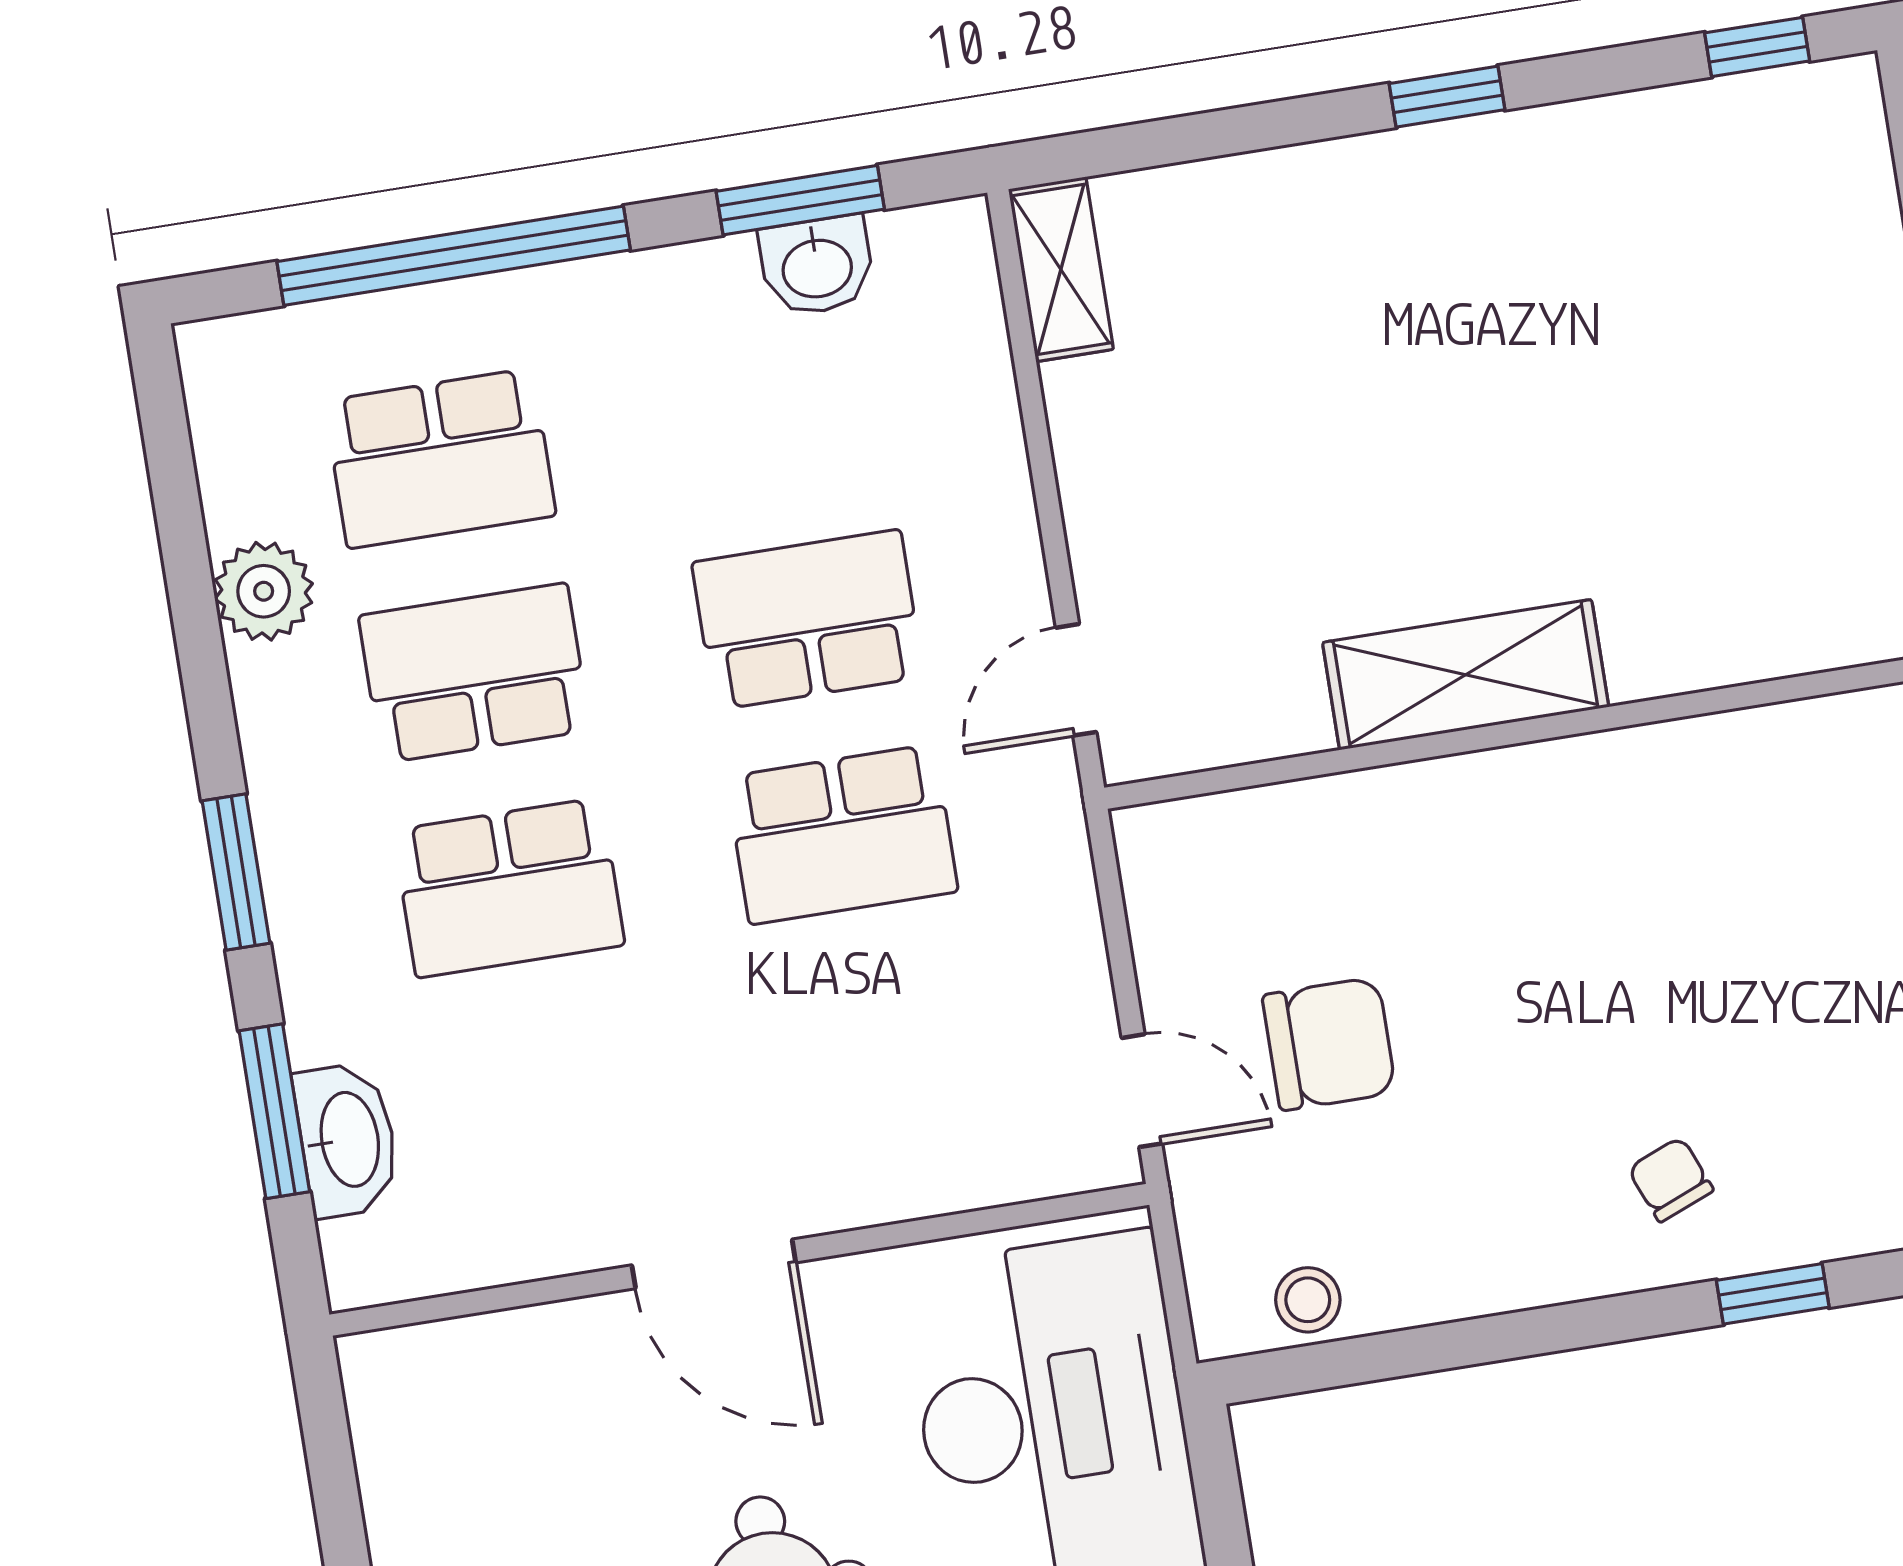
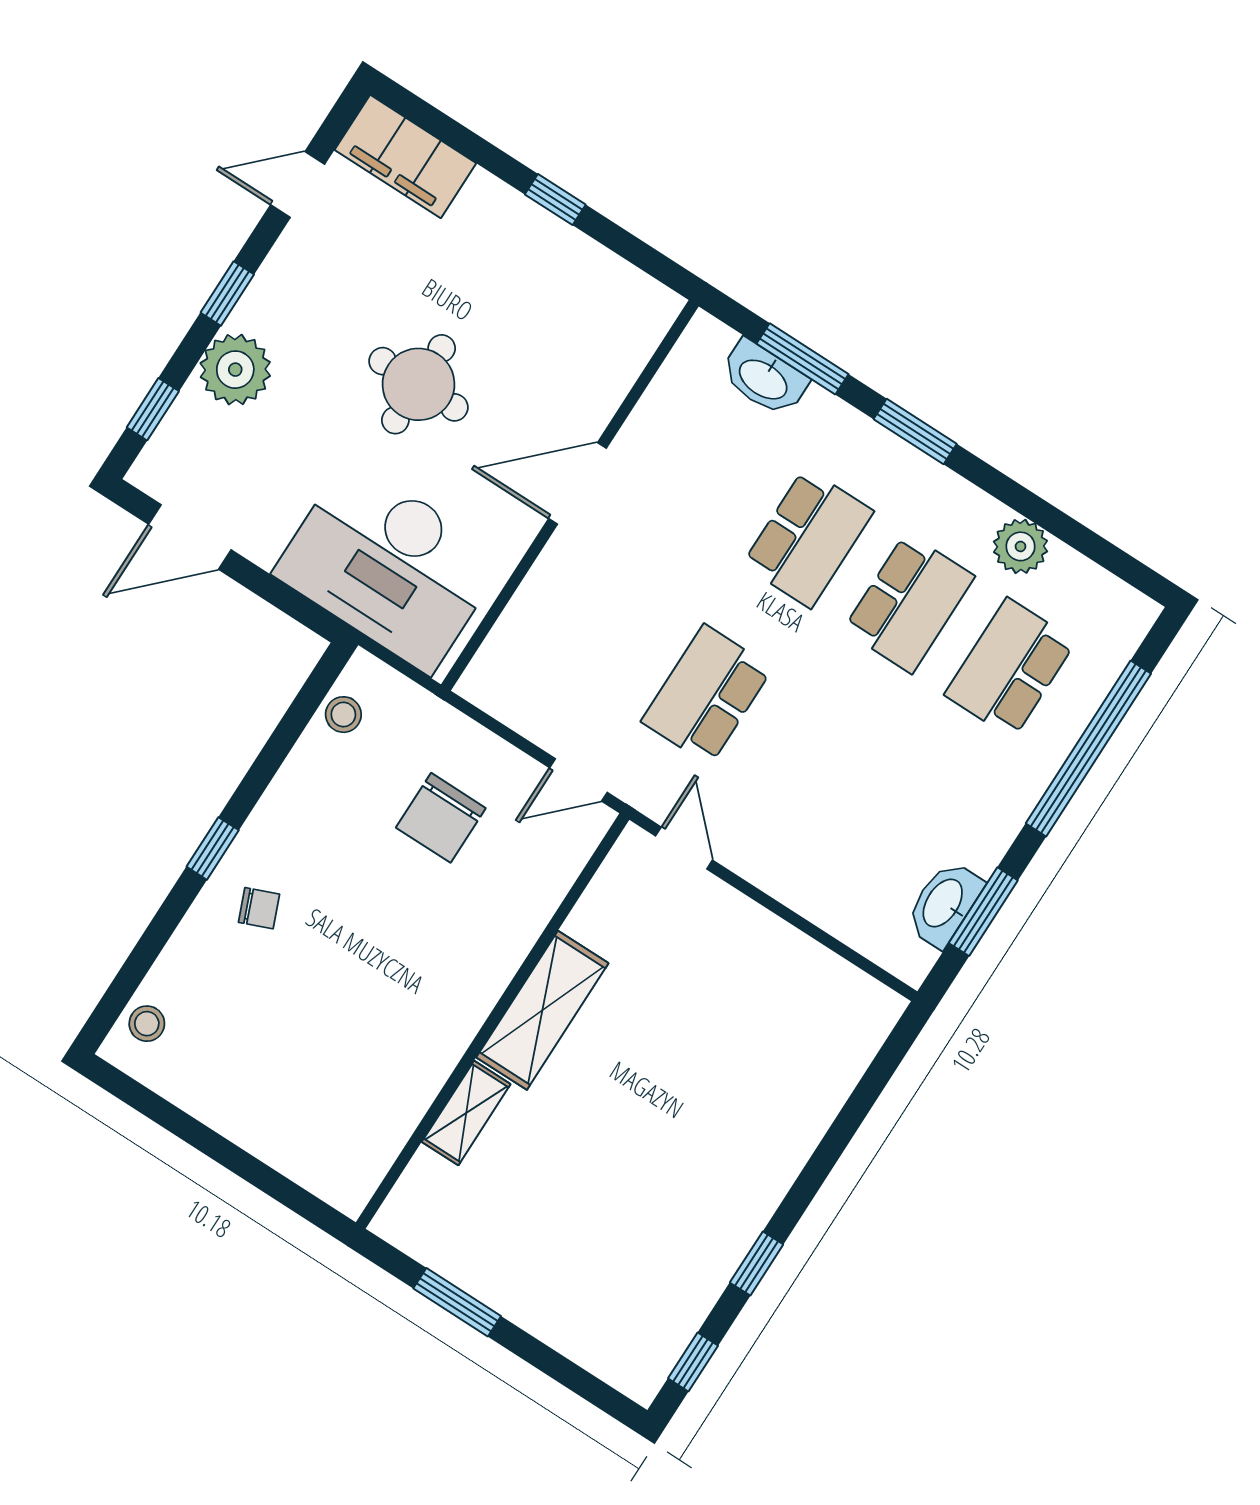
window: (1447, 97) -> (757, 1263), moved
washbasin: (817, 266) -> (944, 904), width x1.38
shelving: (1061, 269) -> (466, 1113), moved, turned 90
school desk: (808, 620) -> (808, 760), removed
school desk: (509, 888) -> (808, 538), turned 180
door: (1142, 1091) -> (578, 780), moved
window: (1773, 1294) -> (213, 848), moved

